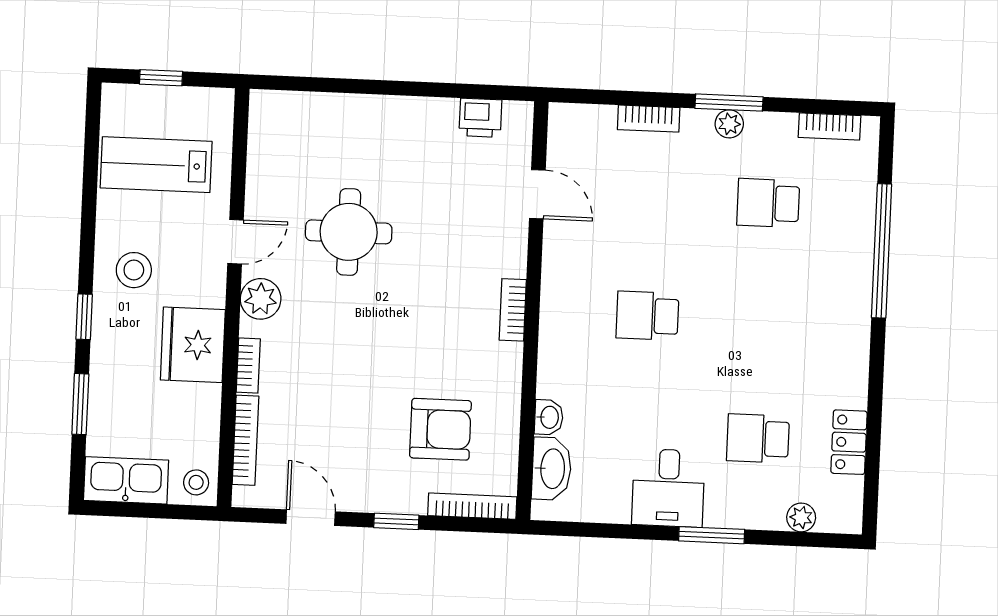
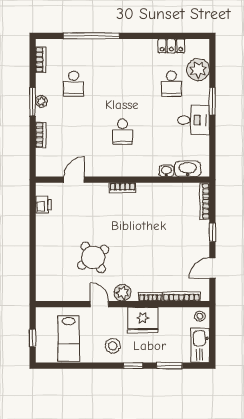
round table: (349, 232) -> (93, 257), turned -35
armchair: (440, 429) -> (173, 216), removed
plant: (801, 517) -> (198, 70), width x1.88, depth x1.88

